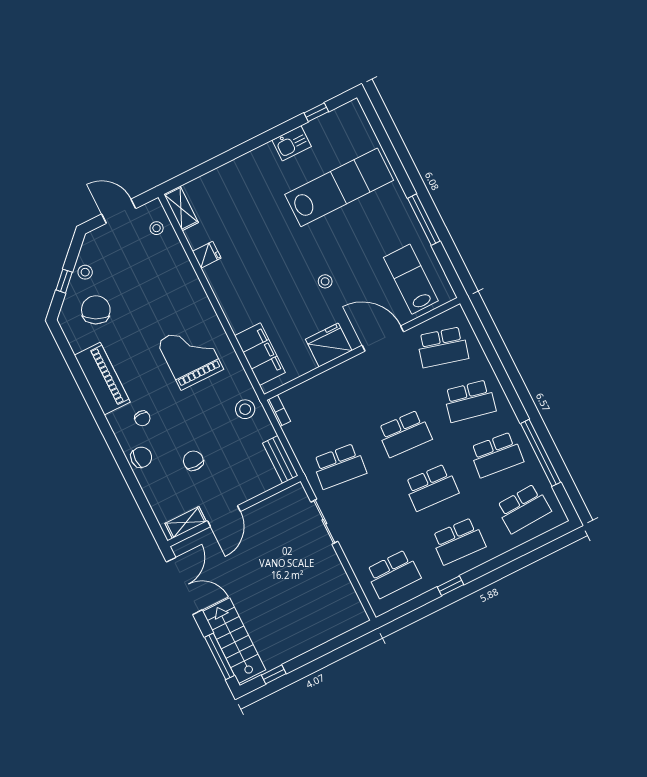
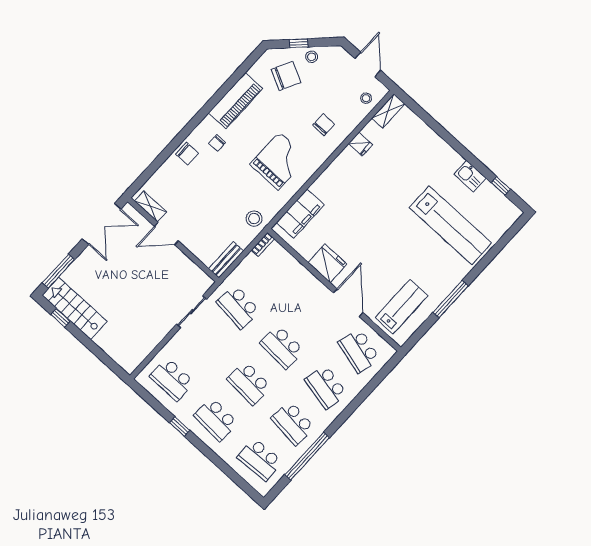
stool: (325, 281) -> (375, 242), removed
chair: (193, 461) -> (324, 125), moved
stairs: (234, 641) -> (75, 308), moved, turned -90

